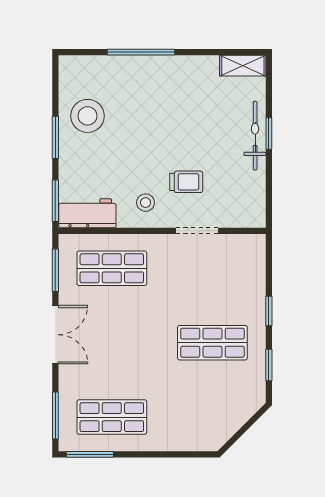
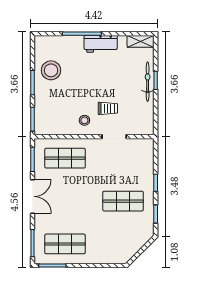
workbench: (87, 213) -> (101, 44), moved, turned 180

